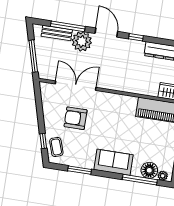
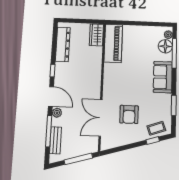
door: (106, 32) -> (51, 96), swing flipped
plant: (82, 41) -> (57, 113), width x0.53, depth x0.53

